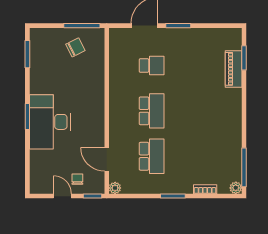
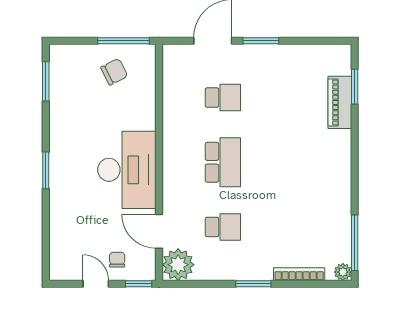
desk: (50, 122) -> (127, 170), moved, turned 180
school desk: (152, 156) -> (223, 227), width x0.54
plant: (115, 188) -> (178, 265), width x1.87, depth x1.87
bookcase: (205, 189) -> (299, 274), width x1.56

